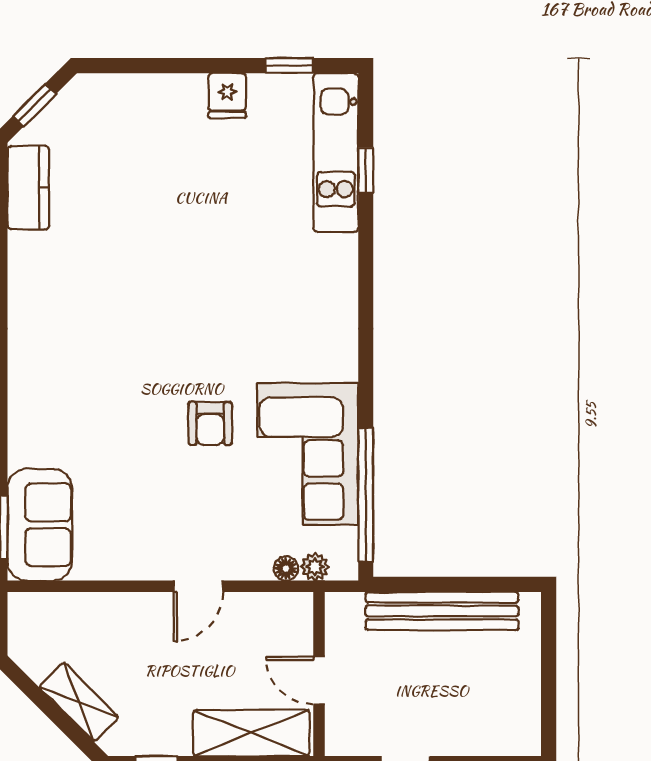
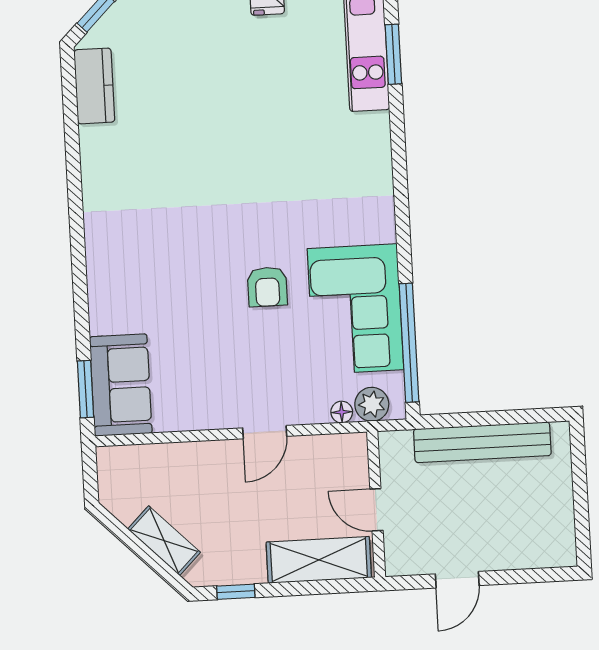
window: (366, 170) -> (393, 54), width x1.50
plant: (315, 567) -> (372, 404), width x1.38, depth x1.38

